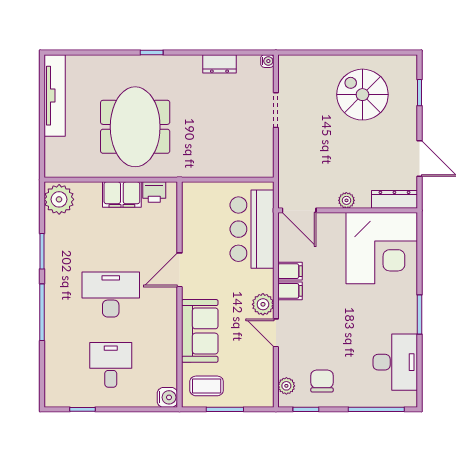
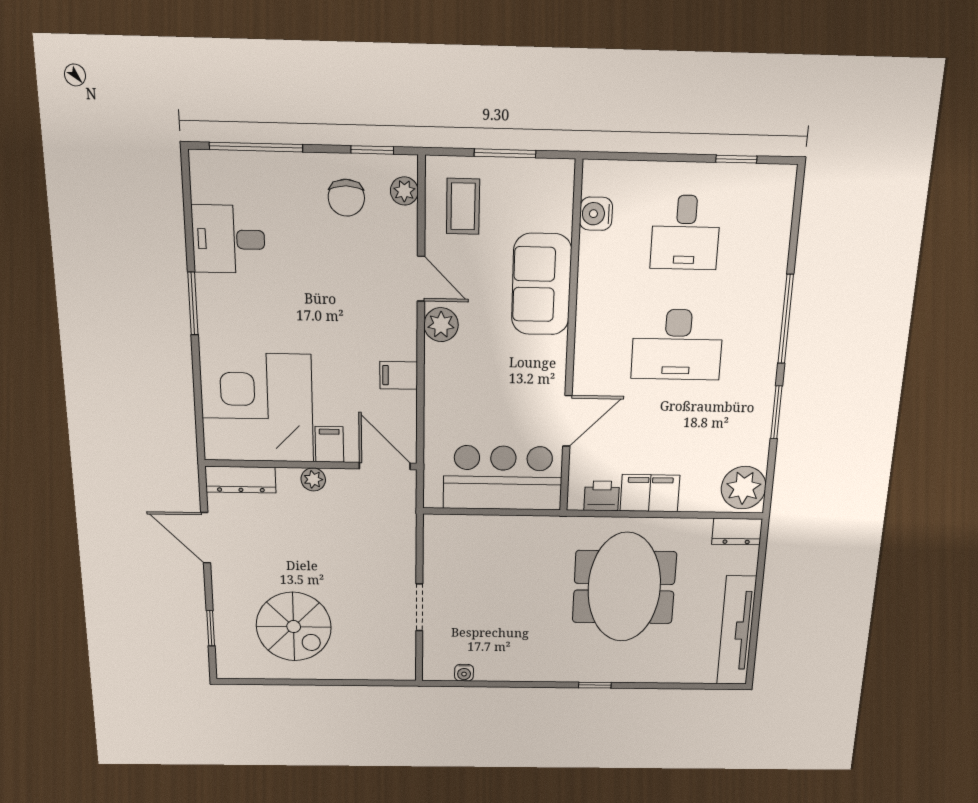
water cooler: (267, 61) -> (464, 673), moved, turned -90
dresser: (219, 64) -> (737, 532), moved, turned 180
bar counter: (252, 229) -> (503, 478), moved, turned -90
door: (179, 270) -> (567, 421), moved
filing cabinet: (290, 291) -> (329, 444), moved, turned 90
desk: (395, 362) -> (228, 239), width x0.73
coffee table: (207, 386) -> (463, 206), moved, turned 90
water cooler: (167, 397) -> (596, 214), moved

